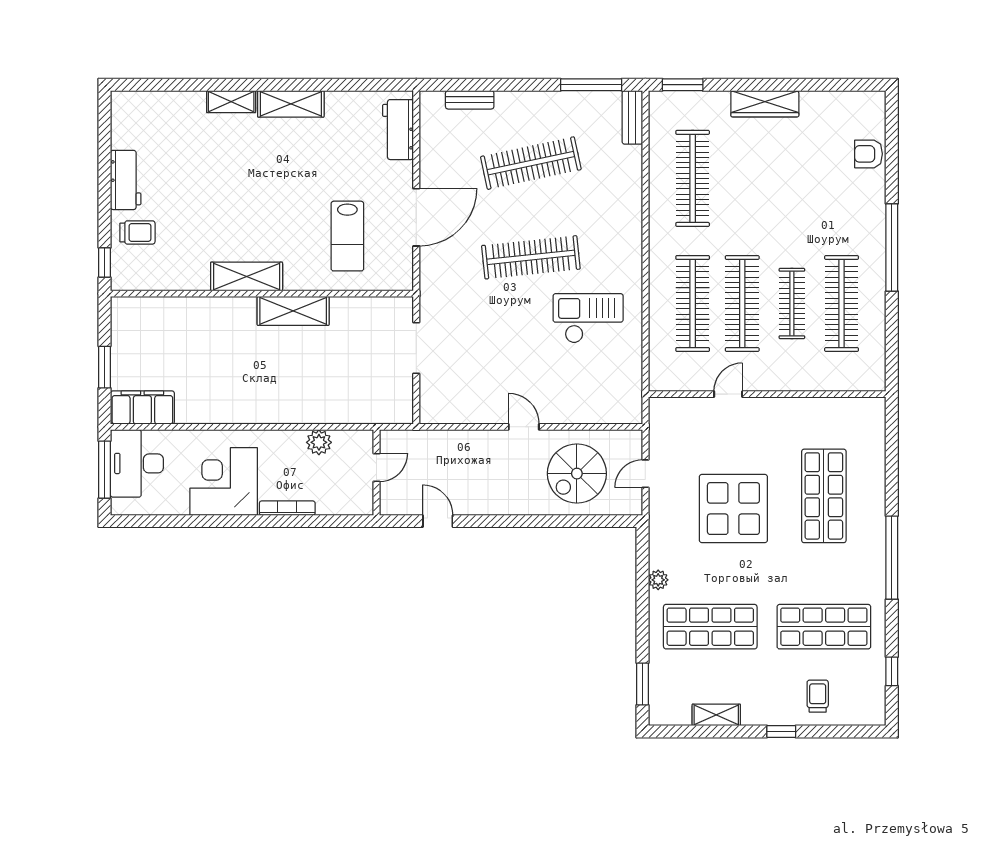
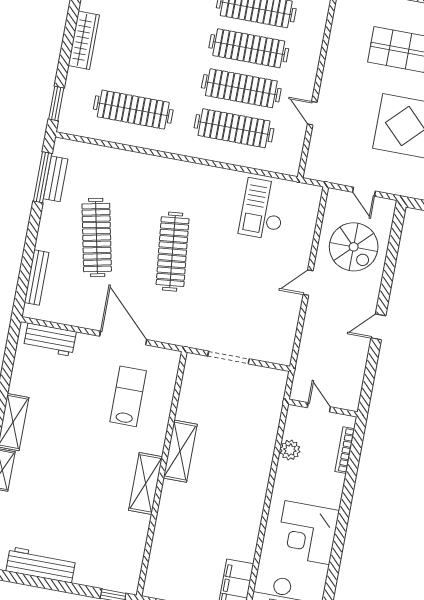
bench: (470, 100) -> (37, 277), width x1.36
bench: (632, 117) -> (56, 179), moved, turned 90
workbench: (126, 180) -> (41, 565), width x1.38
trolley: (137, 232) -> (94, 565), removed
lab bench: (347, 236) -> (128, 396), turned -90
clothes rail: (792, 304) -> (249, 48), width x1.37, depth x1.31
checkout: (588, 318) -> (263, 209), moved
bookcase: (287, 508) -> (345, 450), moved
door: (438, 521) -> (378, 327), moved

